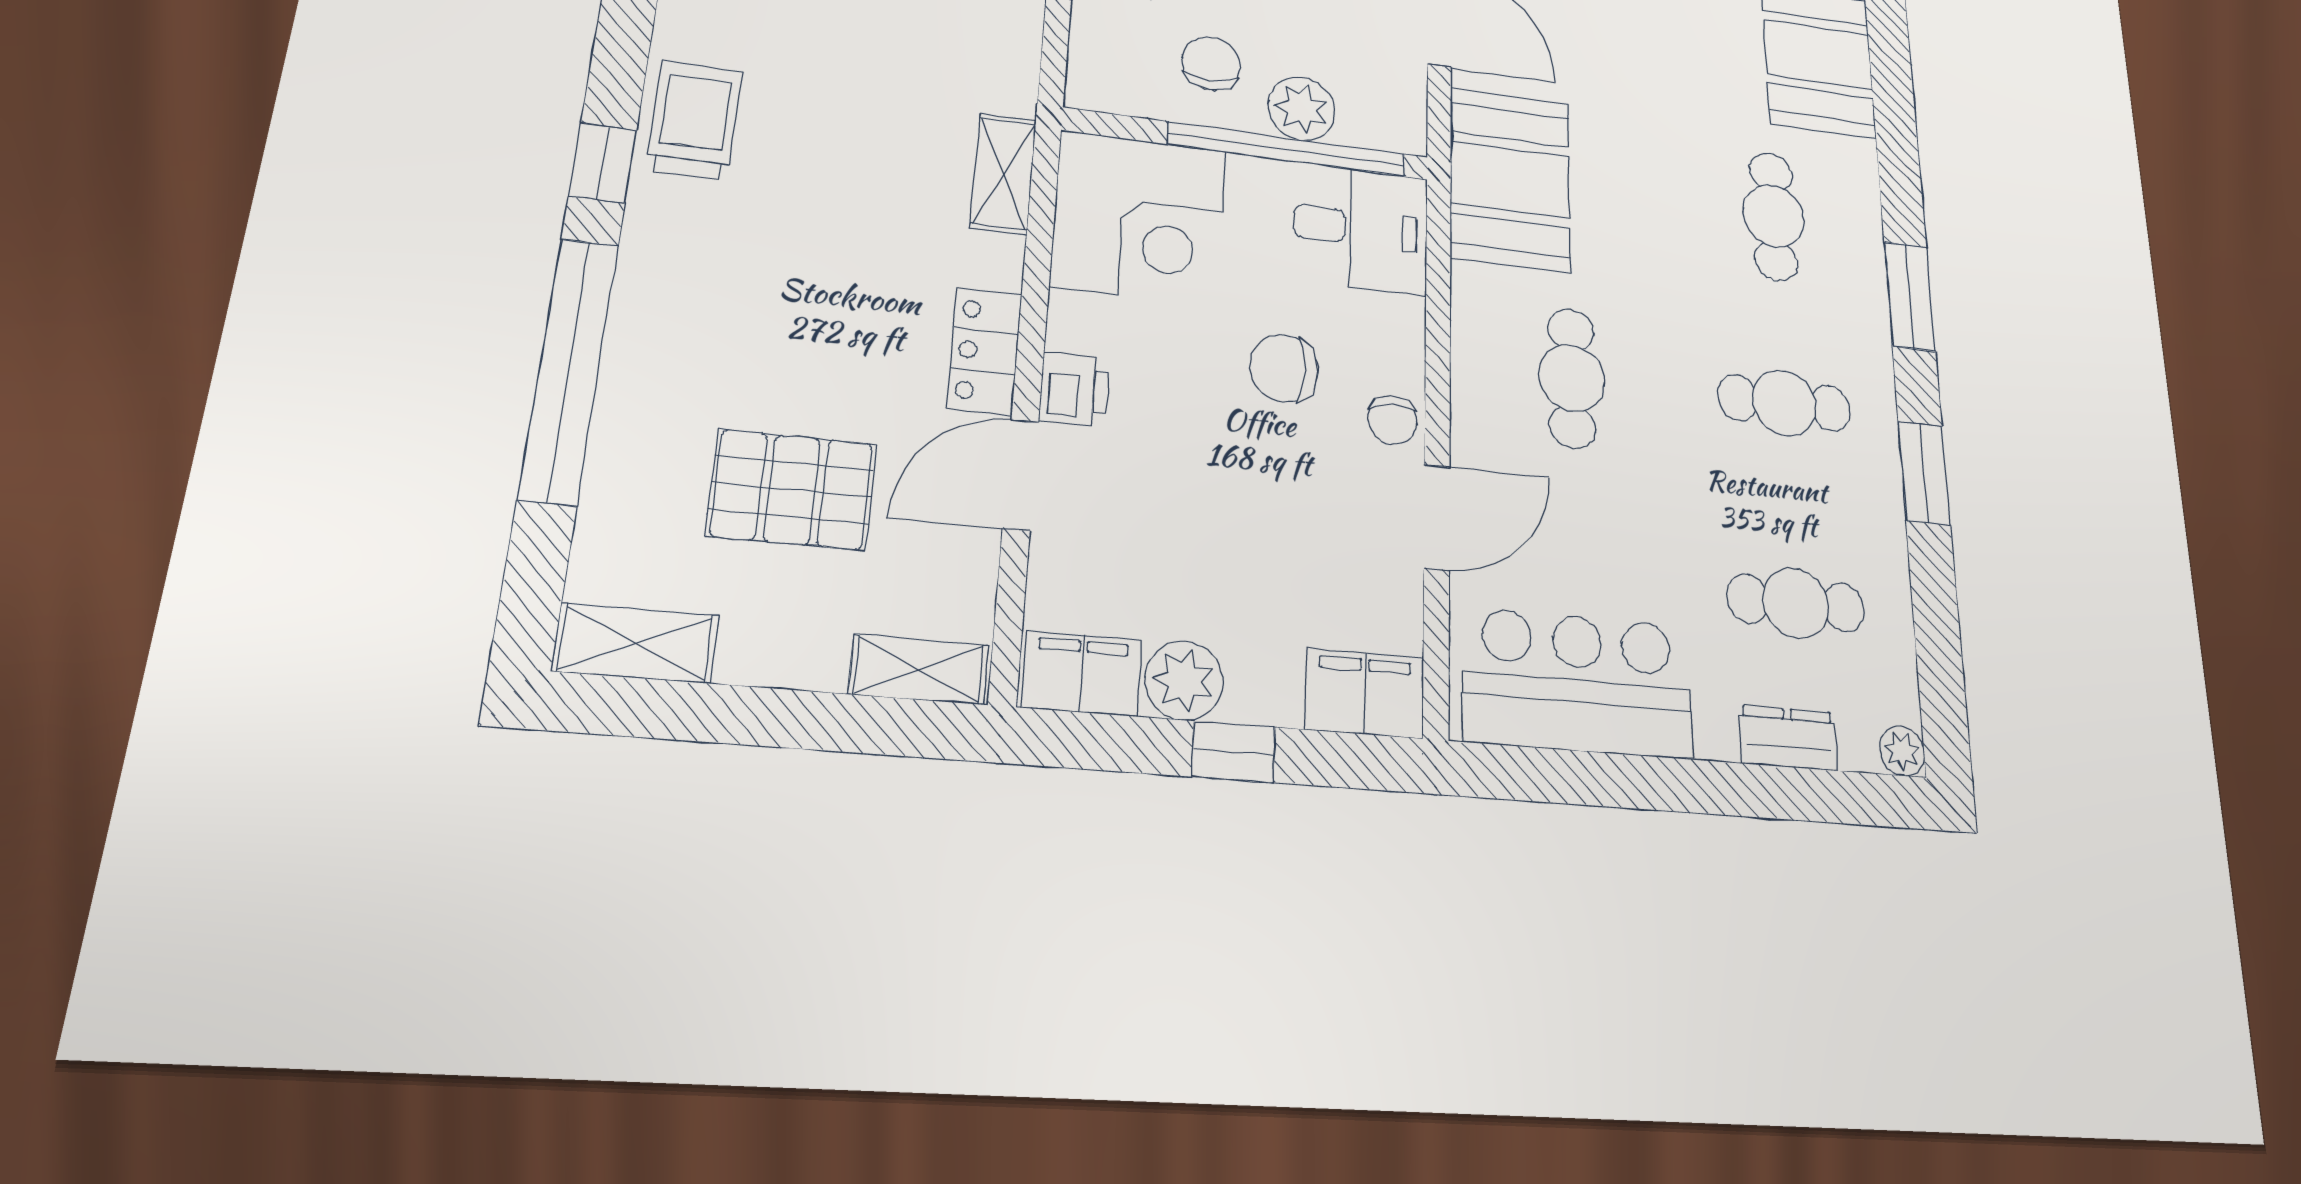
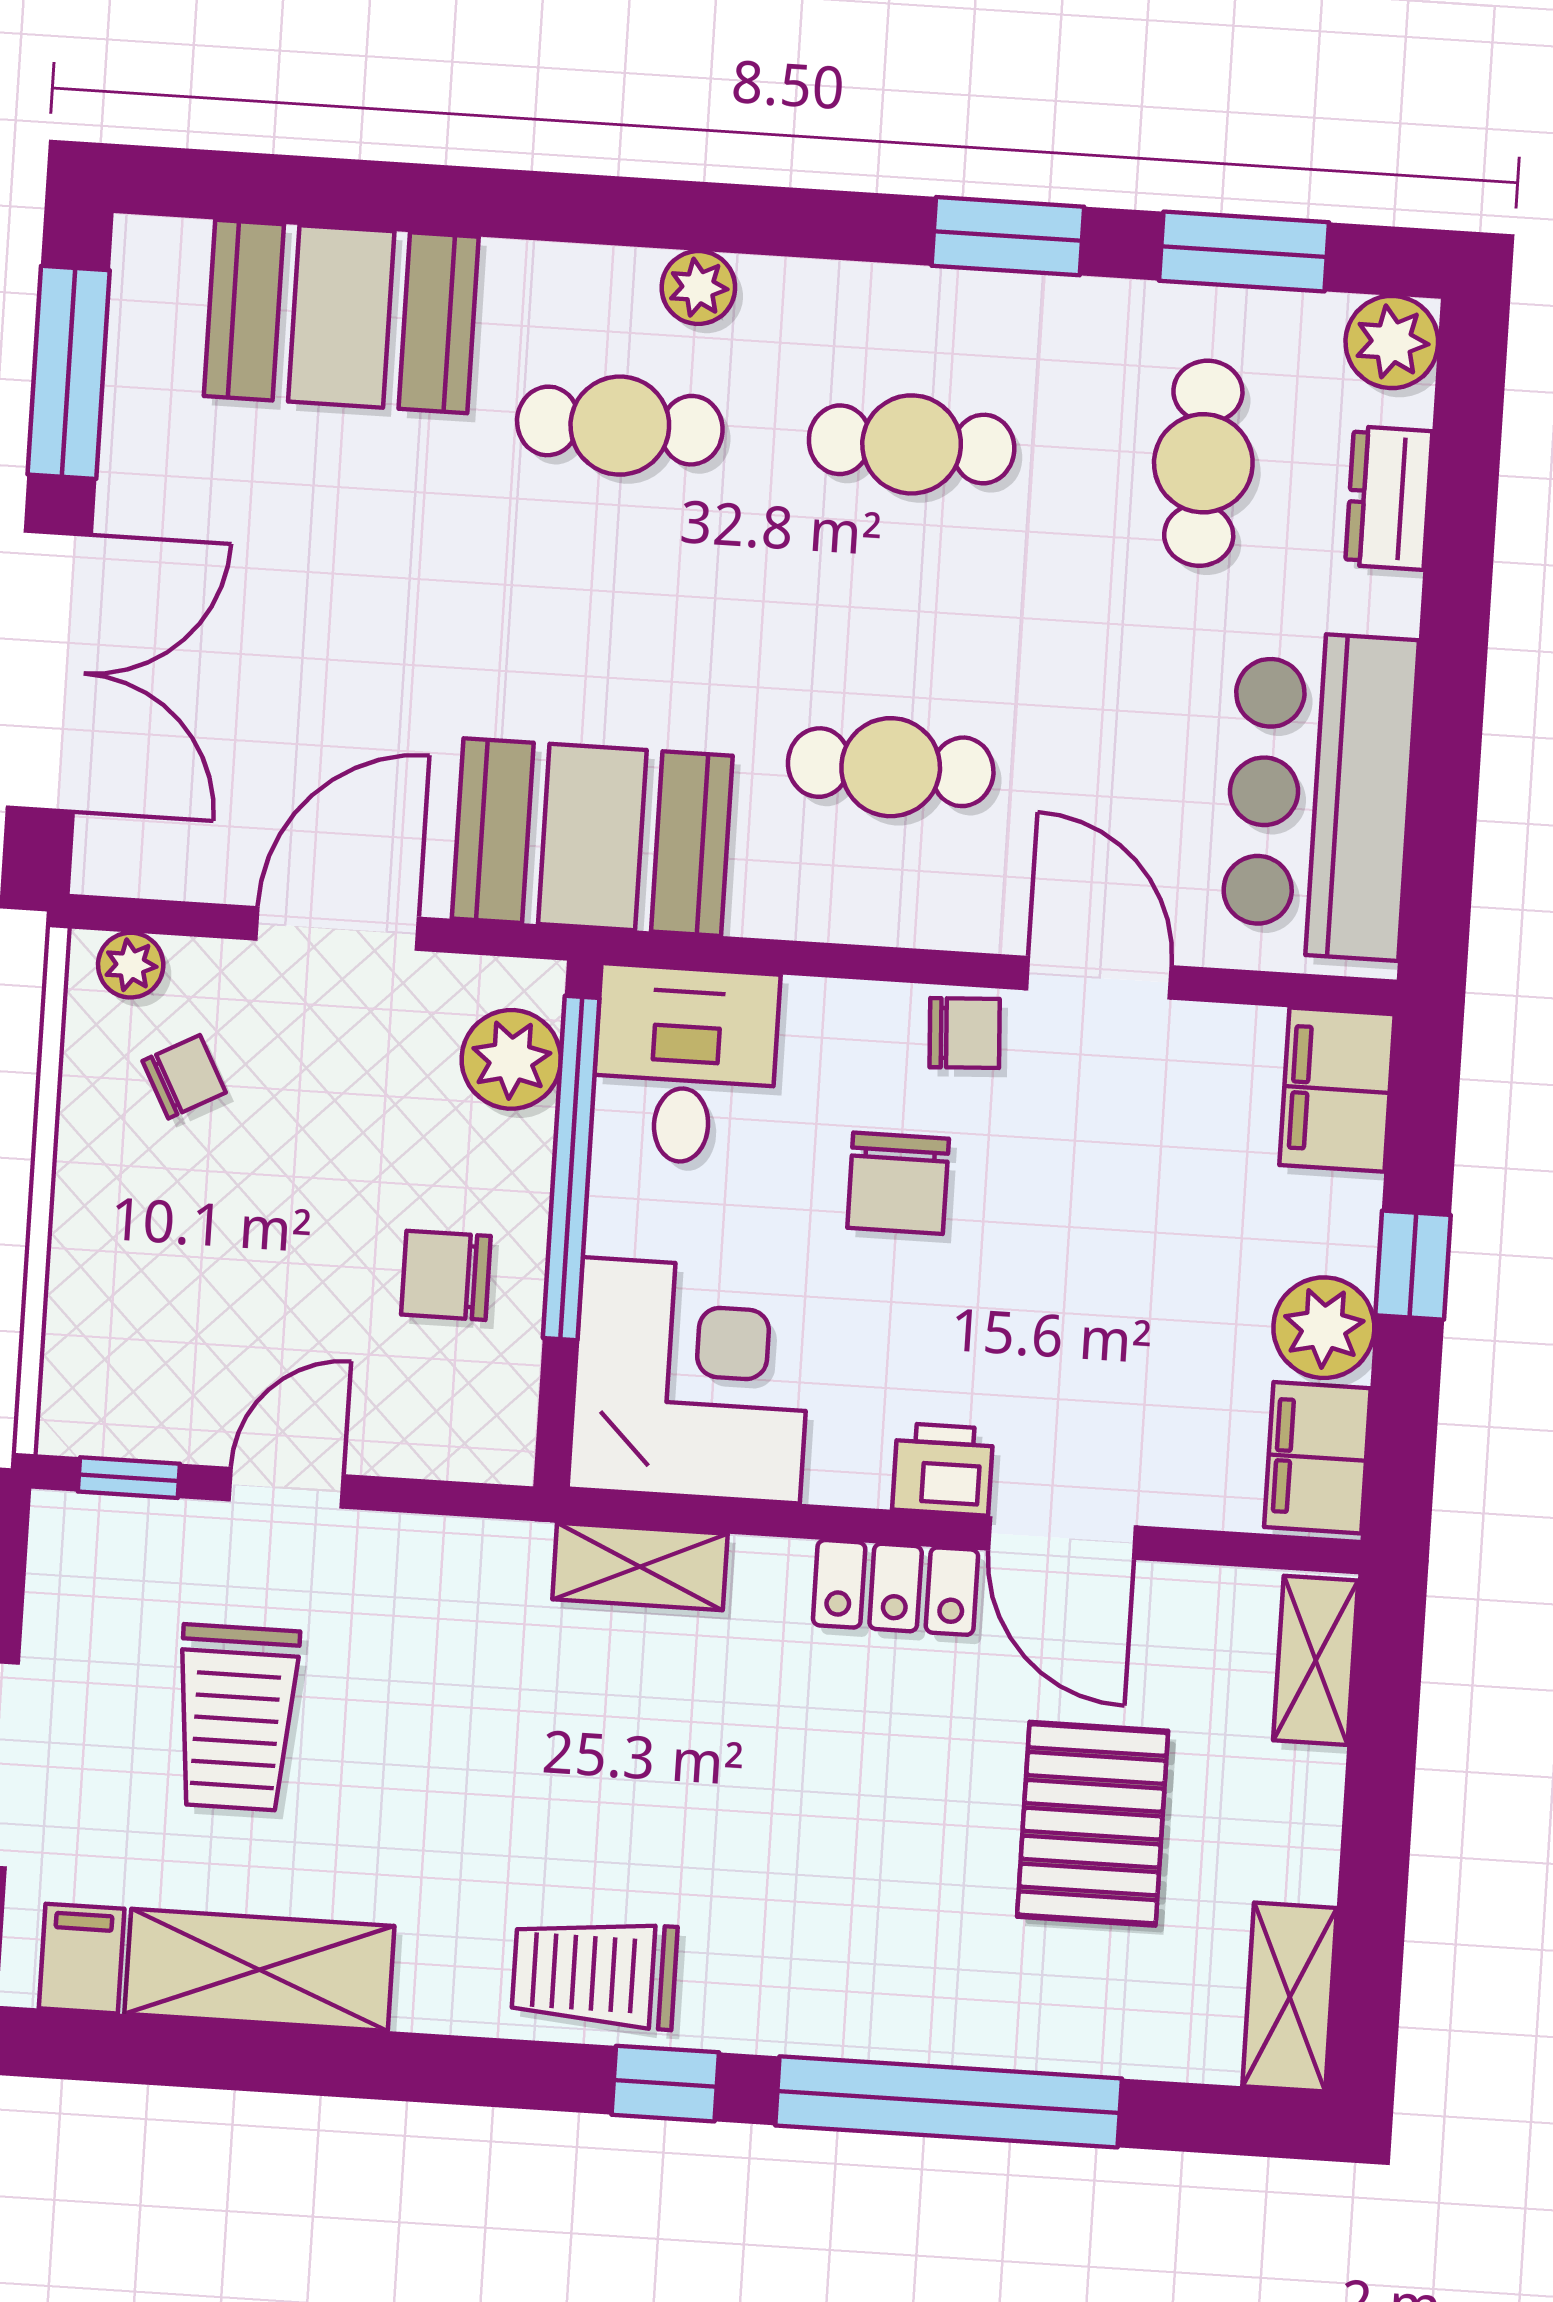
plant: (1302, 109) -> (511, 1059), moved
plant: (1865, 271) -> (698, 288), added
window: (1910, 296) -> (1244, 251), moved
cafe table: (1784, 403) -> (912, 444), turned 90
plant: (1902, 751) -> (1392, 342), width x1.38, depth x1.38

